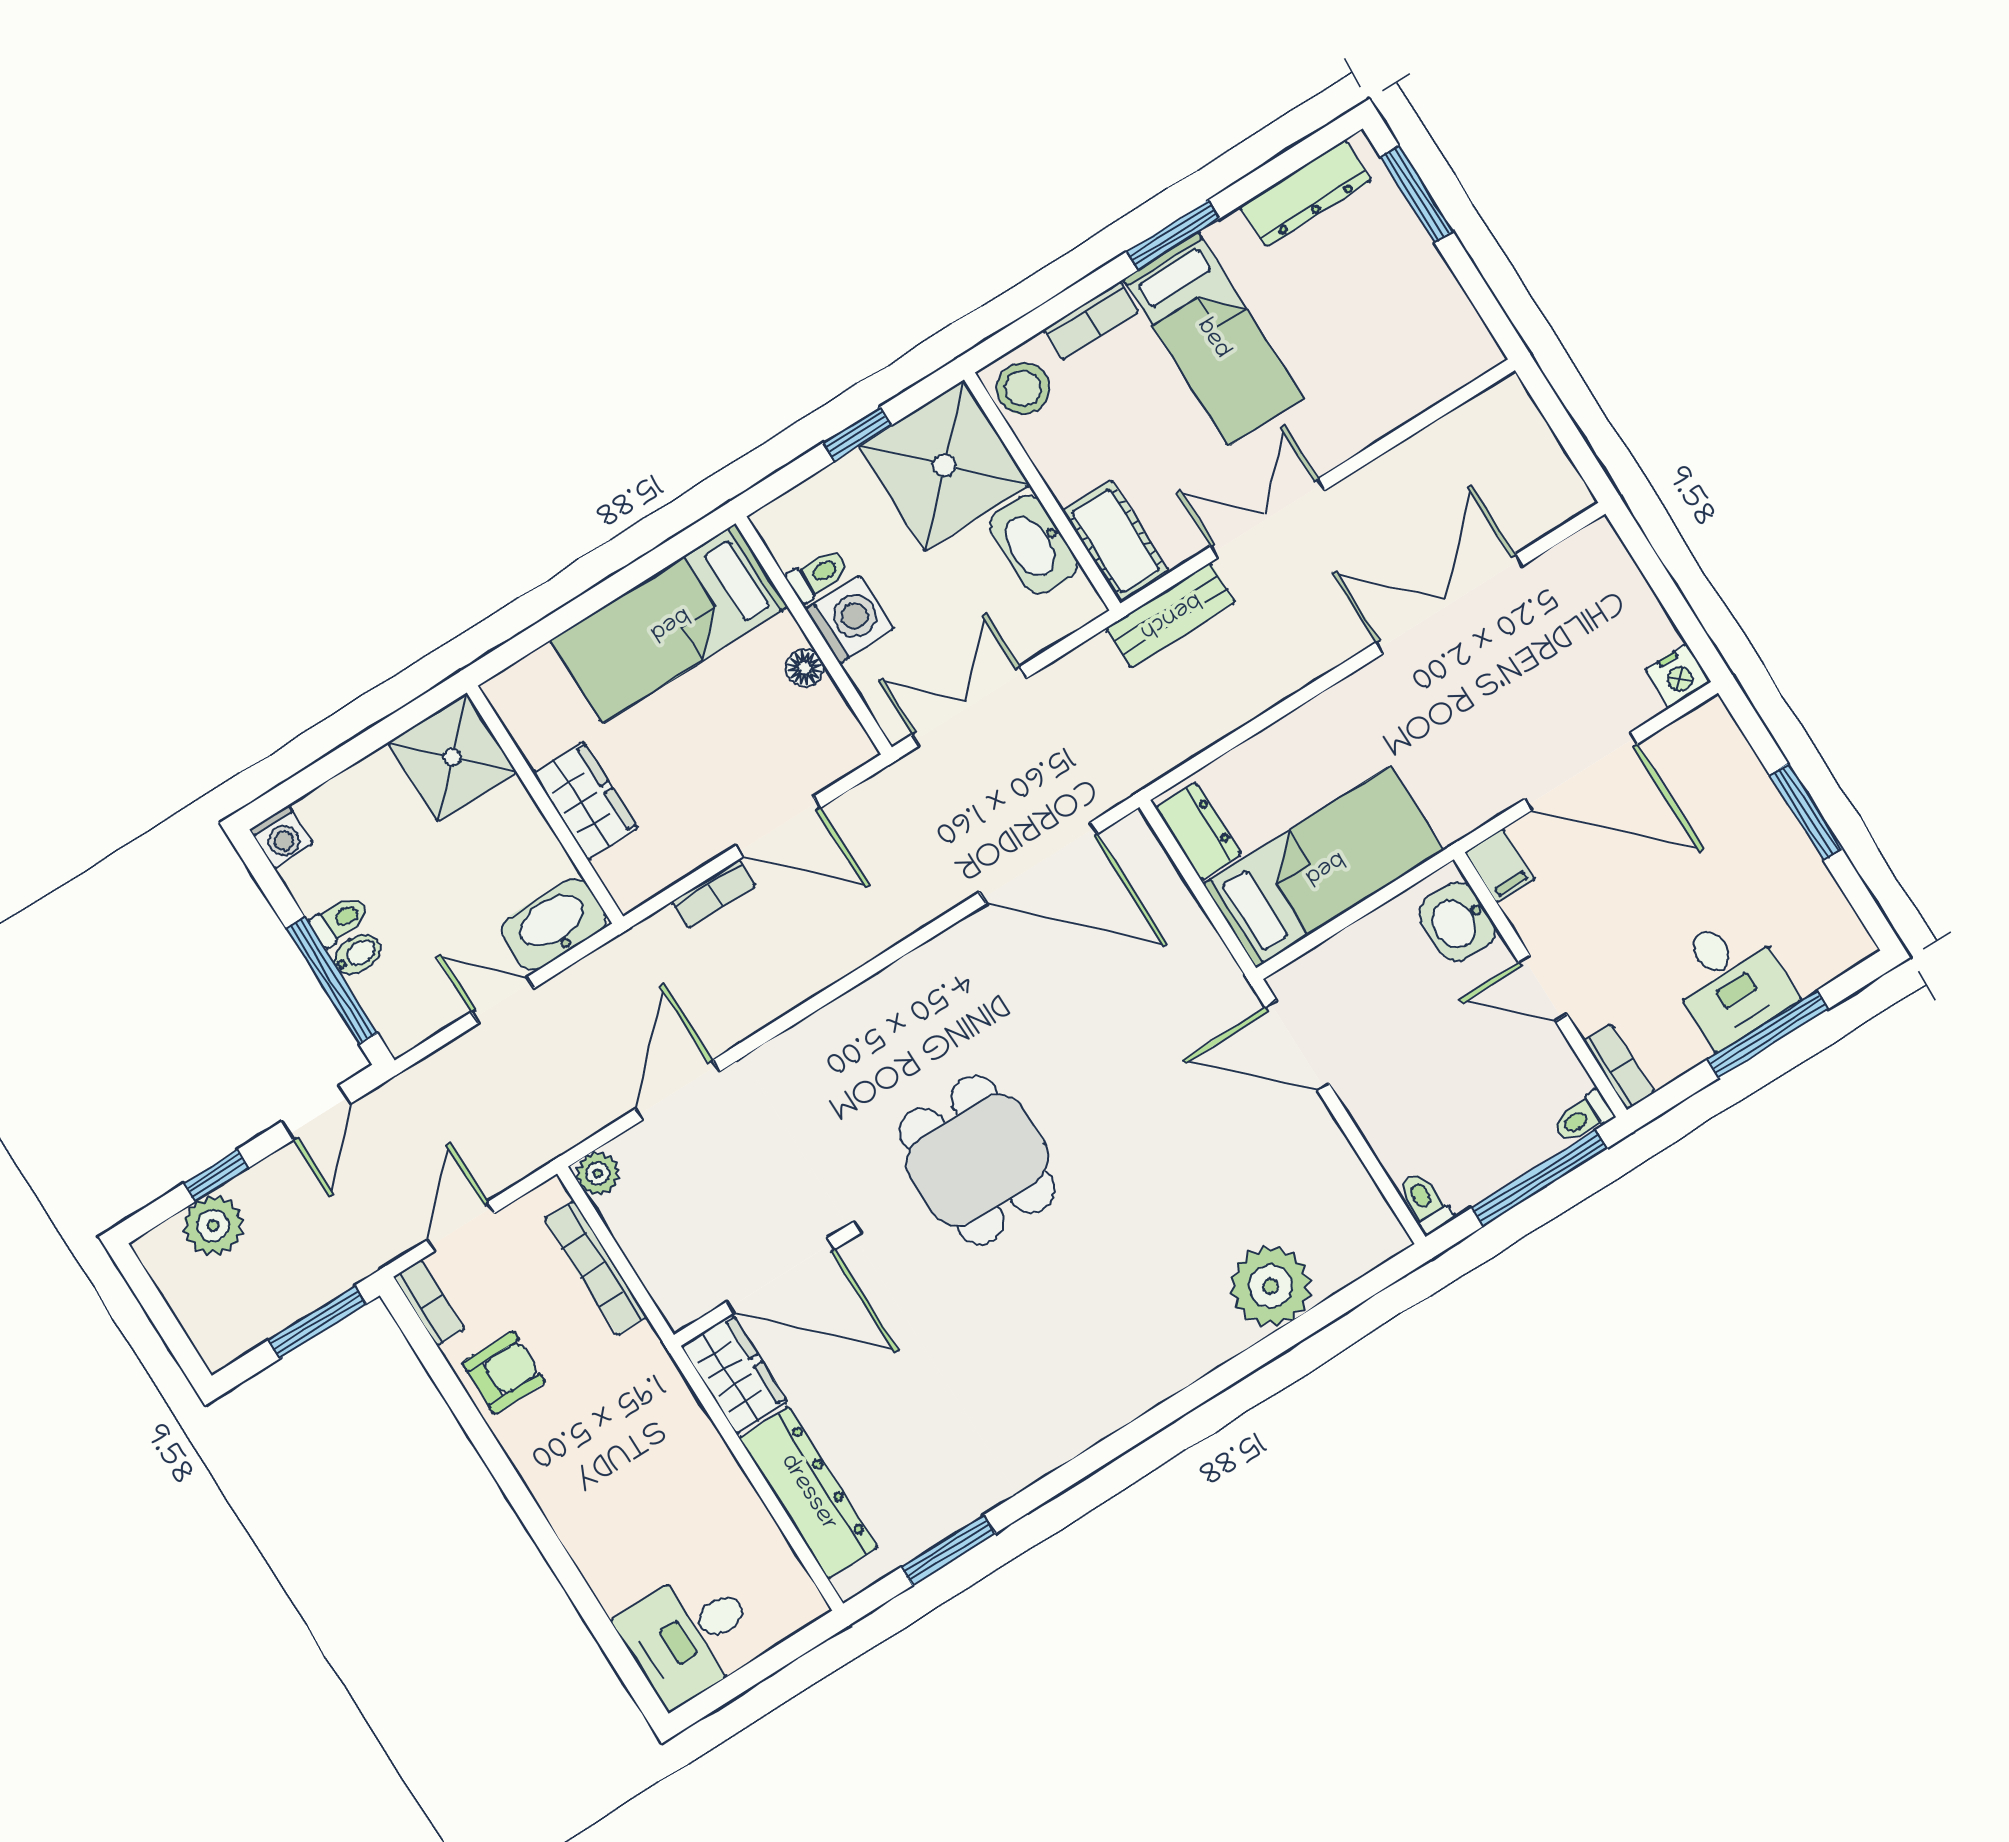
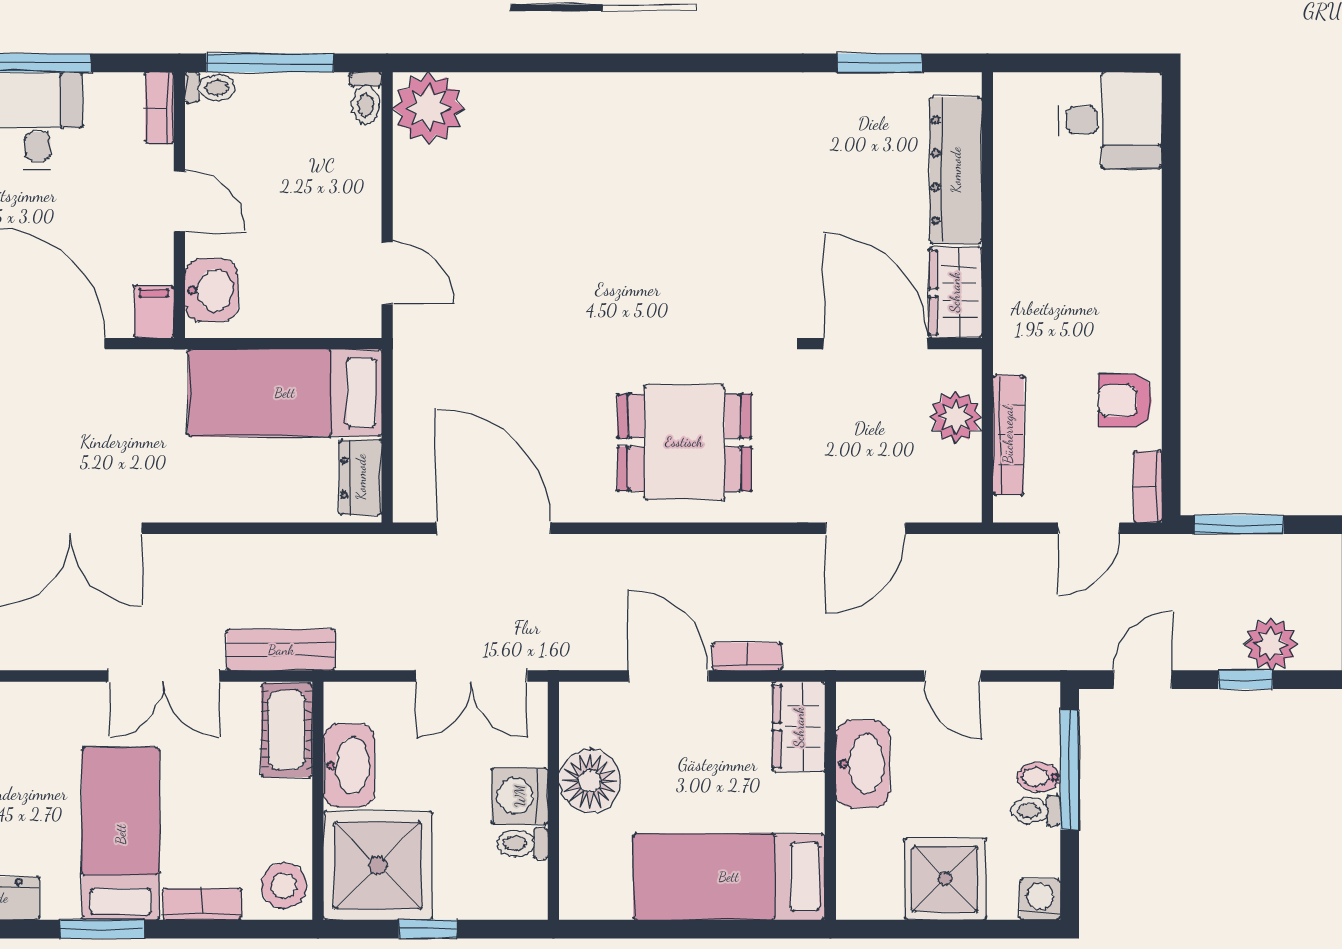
bed: (669, 623) -> (729, 877), moved, turned 180
floor lamp: (805, 668) -> (590, 781), width x1.89, depth x1.89
shower: (452, 757) -> (945, 879), moved
wardrobe: (585, 800) -> (799, 727), moved
washbasin: (554, 924) -> (863, 764), moved, turned -90
door: (1297, 1045) -> (387, 273), width x0.73
dining table: (977, 1160) -> (684, 442), moved, turned 90
plant: (598, 1174) -> (956, 417), moved, width x1.38, depth x1.38
plant: (1271, 1286) -> (429, 108), moved

